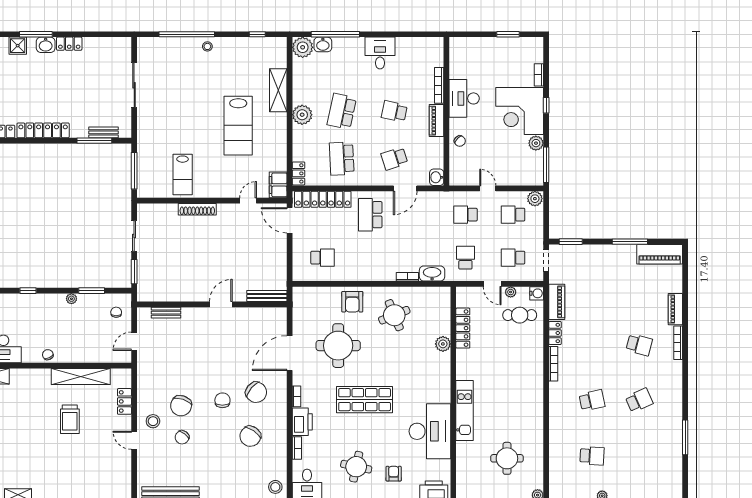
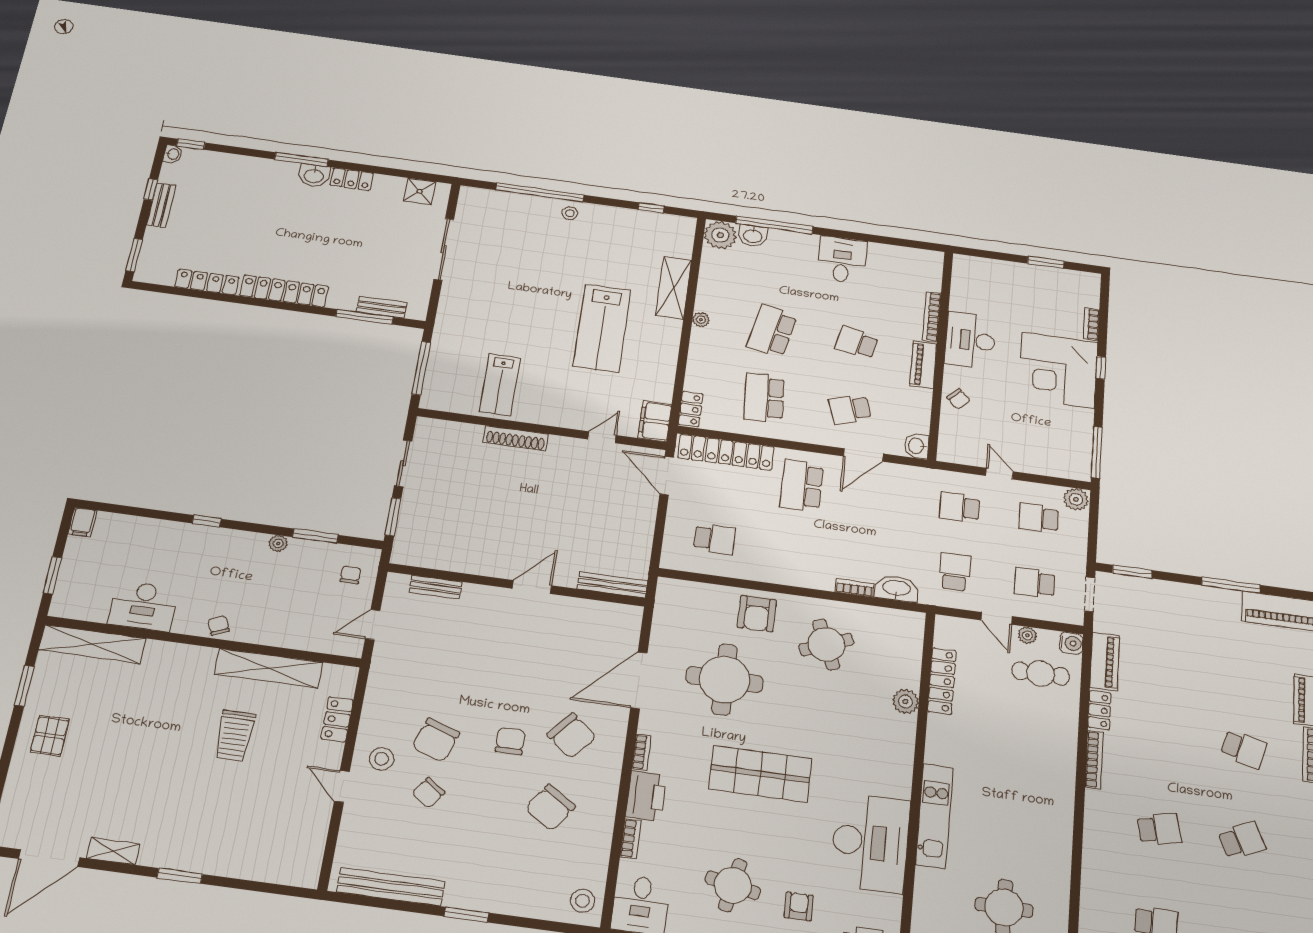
shower: (18, 46) -> (420, 191), moved
plant: (302, 115) -> (701, 320), width x0.53, depth x0.53
plant: (536, 143) -> (1082, 419), removed

